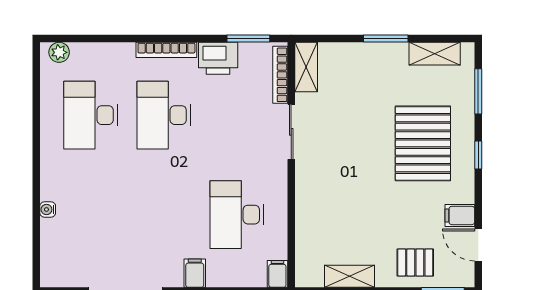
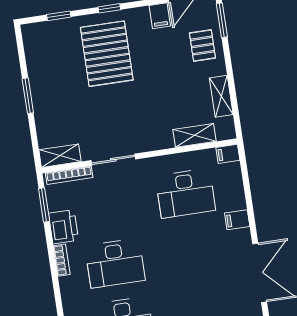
bookcase: (166, 50) -> (62, 260), width x0.64
shelving: (435, 54) -> (194, 135), moved, turned 90
window: (478, 91) -> (59, 16), width x0.67
pallet: (423, 143) -> (107, 54), turned 90

